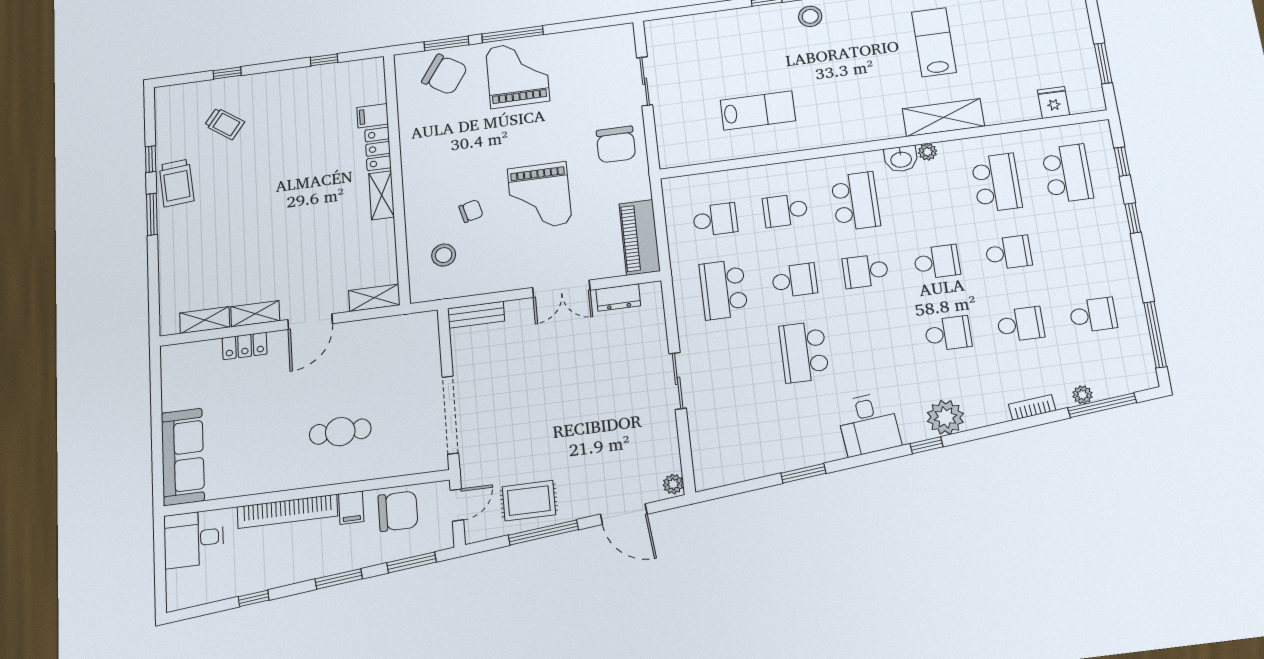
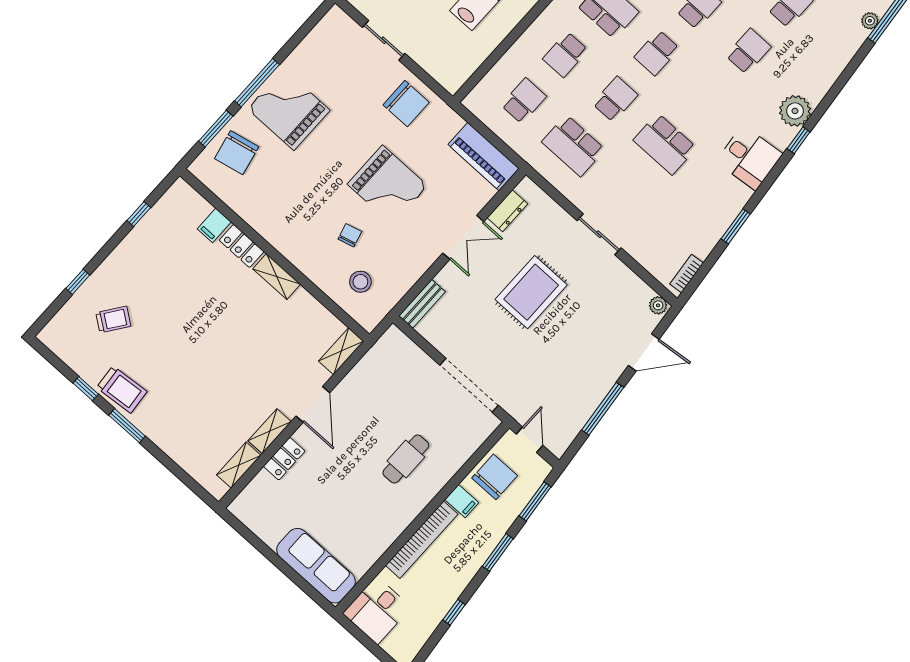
chair: (445, 74) -> (237, 153), turned 135
bookcase: (1032, 407) -> (687, 274), moved
rug: (529, 501) -> (531, 292), moved, width x1.36, depth x1.43

